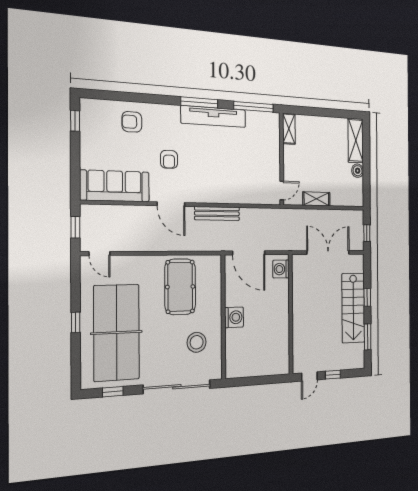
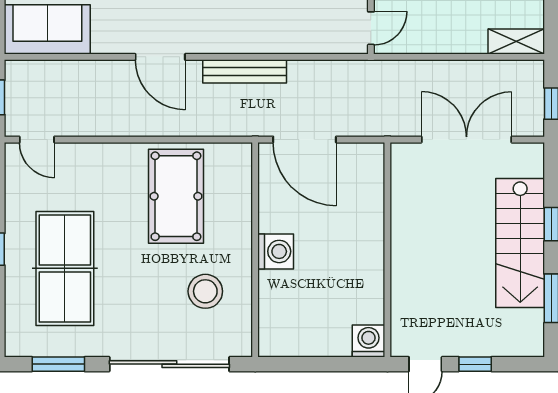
sofa: (115, 186) -> (47, 29), width x0.73
shelving: (316, 199) -> (516, 42), moved
washing machine: (281, 269) -> (368, 341), moved, turned 90
table tennis table: (117, 333) -> (65, 268), width x0.73, depth x0.76
window: (113, 392) -> (58, 364), width x1.50

